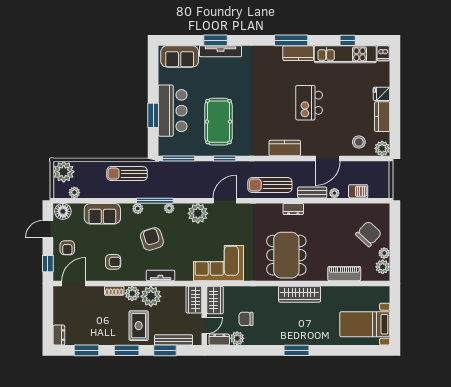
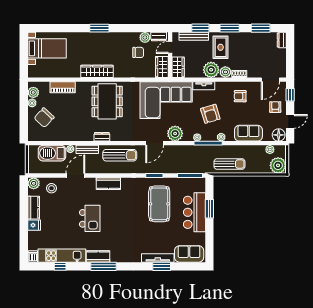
barbecue: (358, 191) -> (52, 153), width x1.88, depth x1.53
corner sofa: (218, 263) -> (166, 100), width x1.36, depth x1.36

